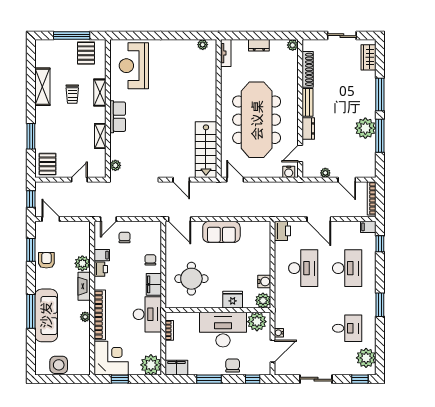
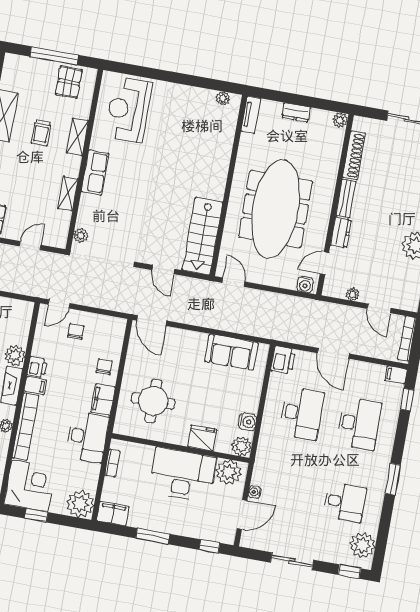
sofa: (221, 232) -> (231, 352), moved
filing cabinet: (102, 255) -> (35, 386), moved
chair: (233, 365) -> (187, 524), removed

